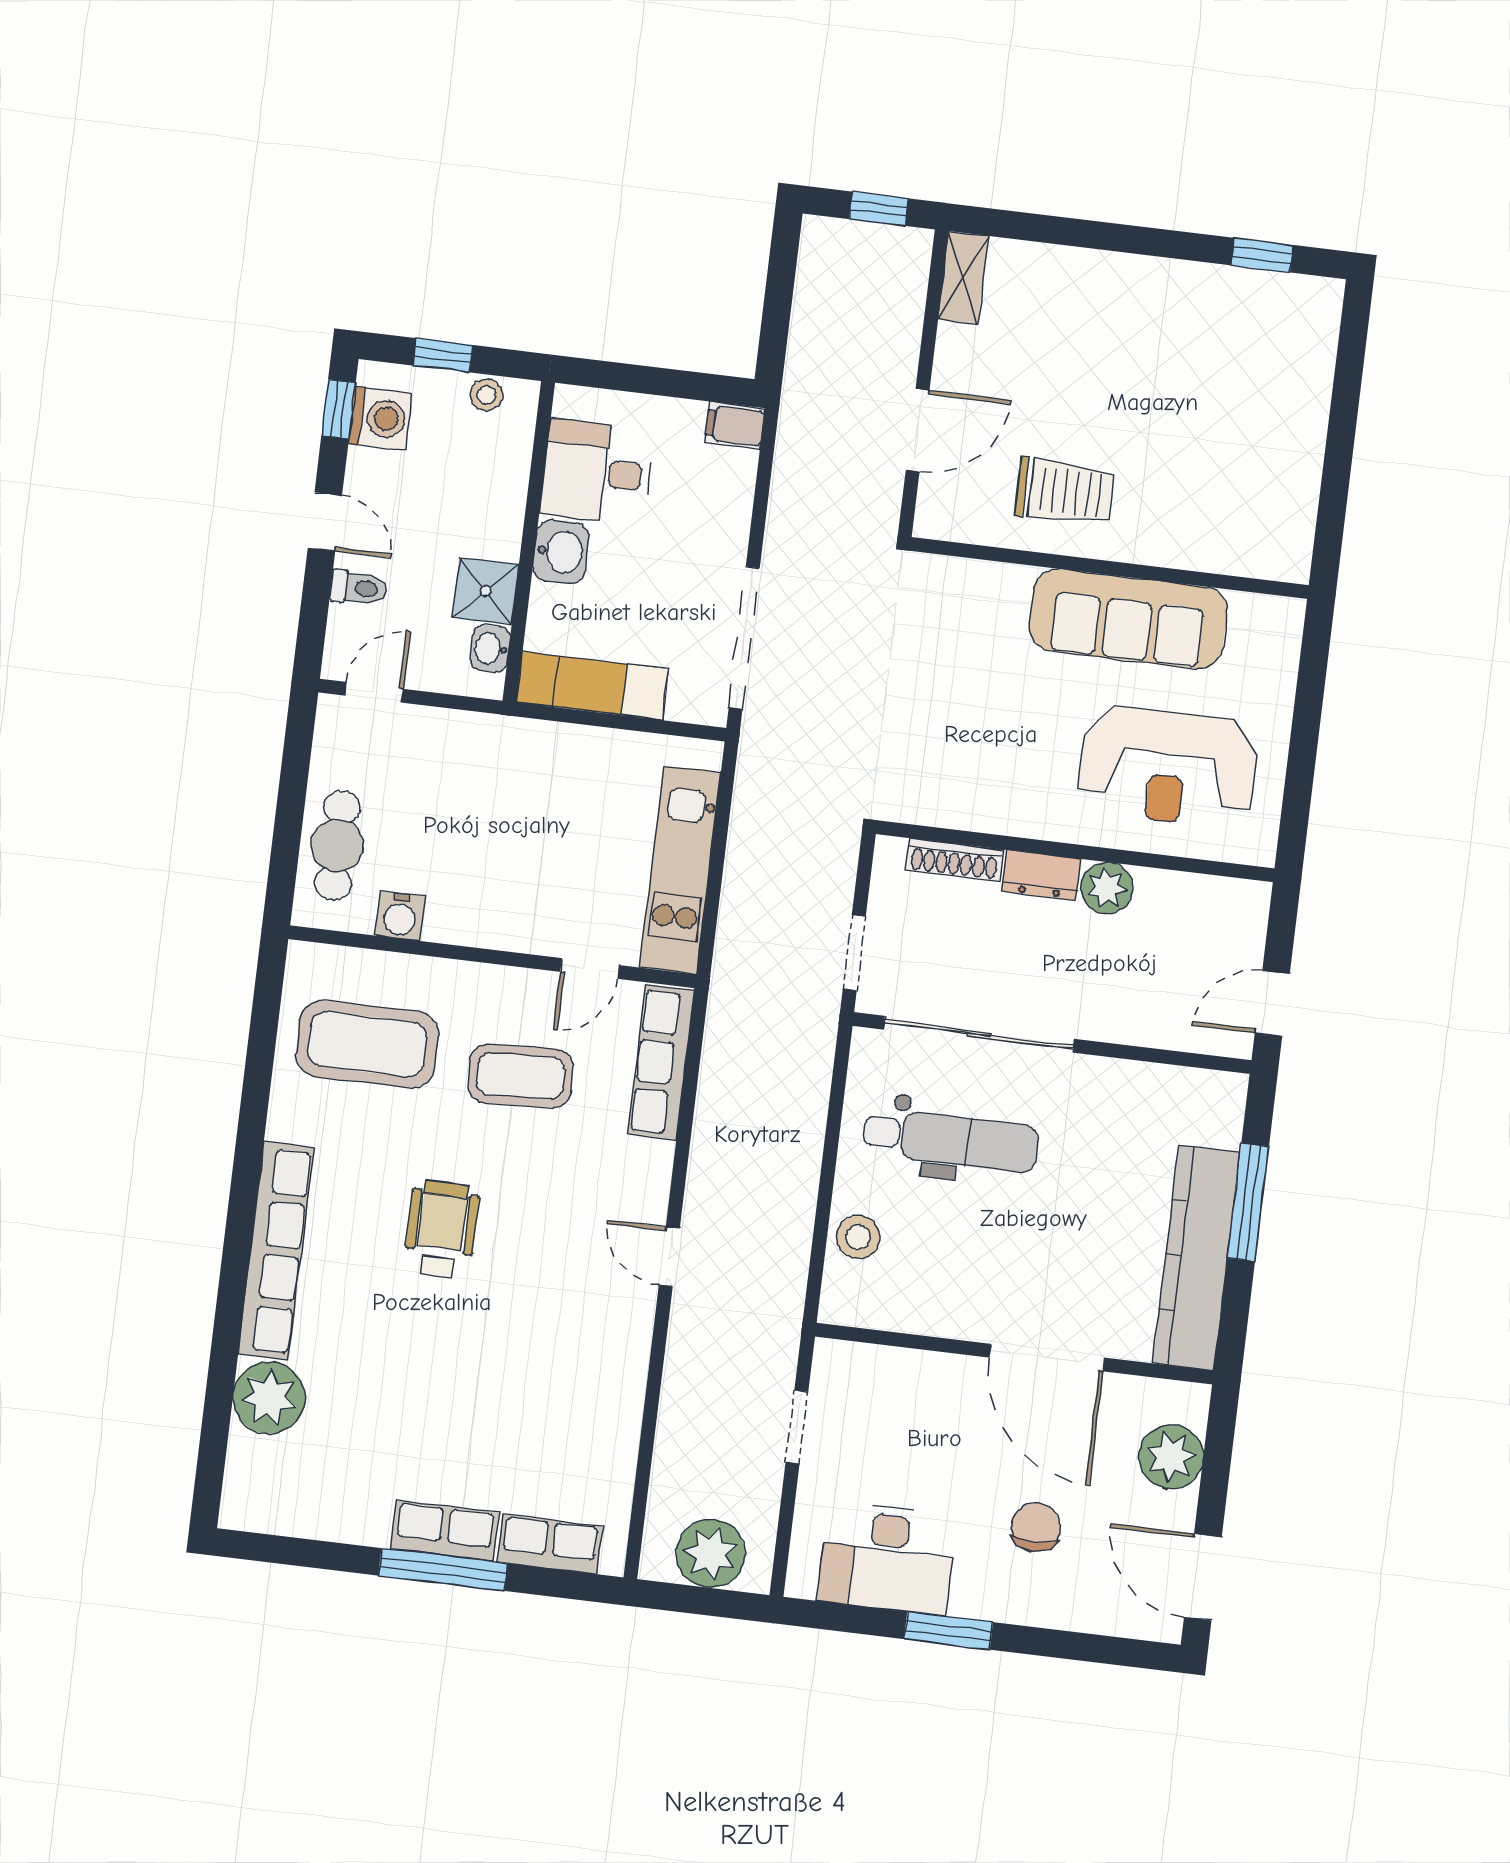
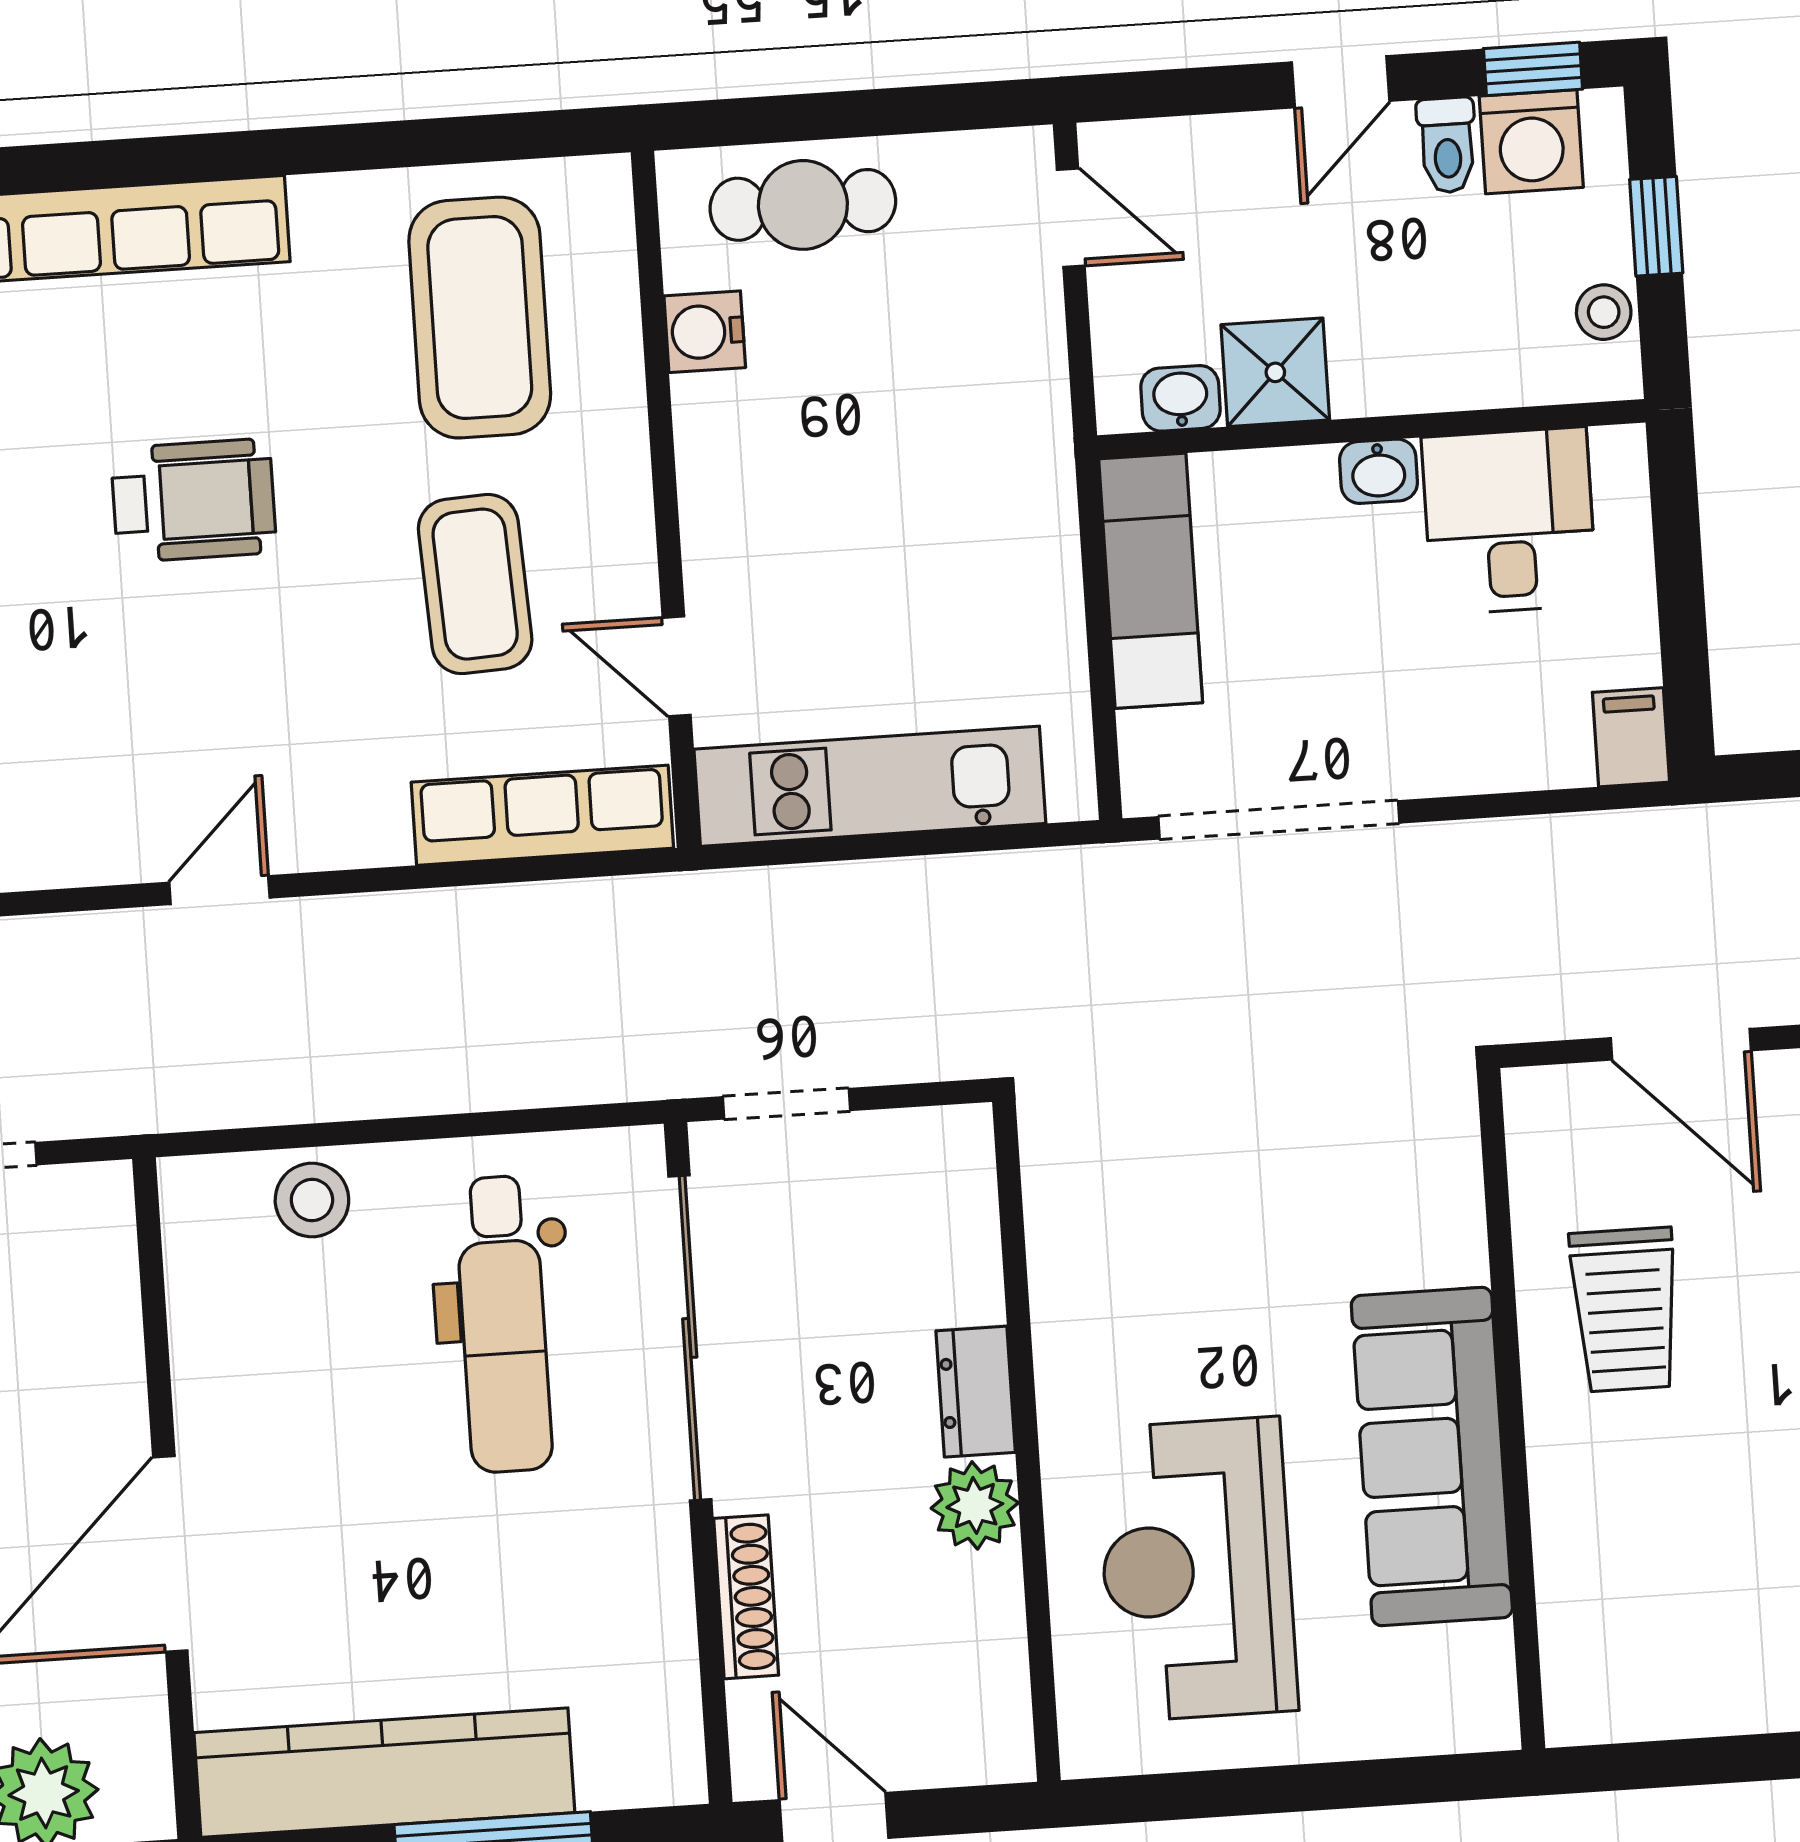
washbasin: (561, 552) -> (1379, 471), width x0.72, depth x0.69
toilet: (359, 588) -> (1447, 145), moved
shoe rack: (954, 860) -> (746, 1597), moved, turned 180

